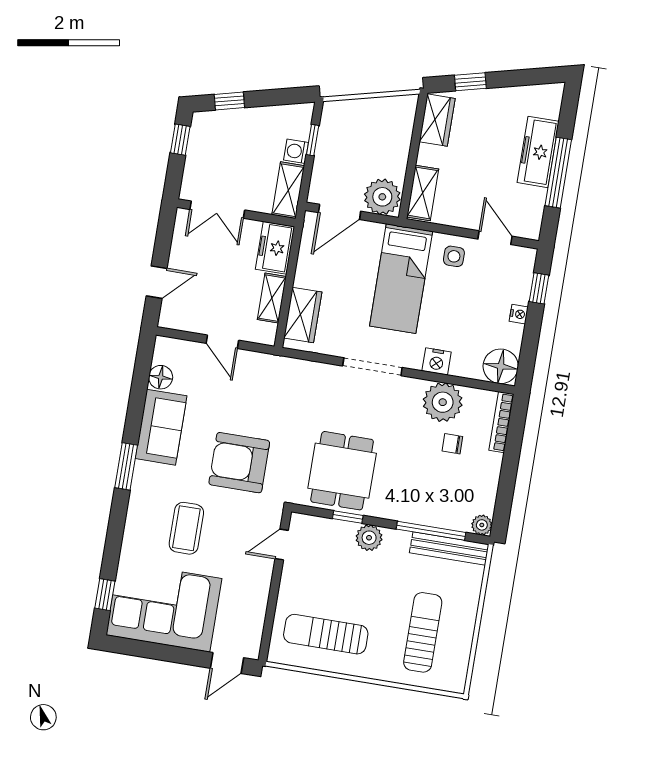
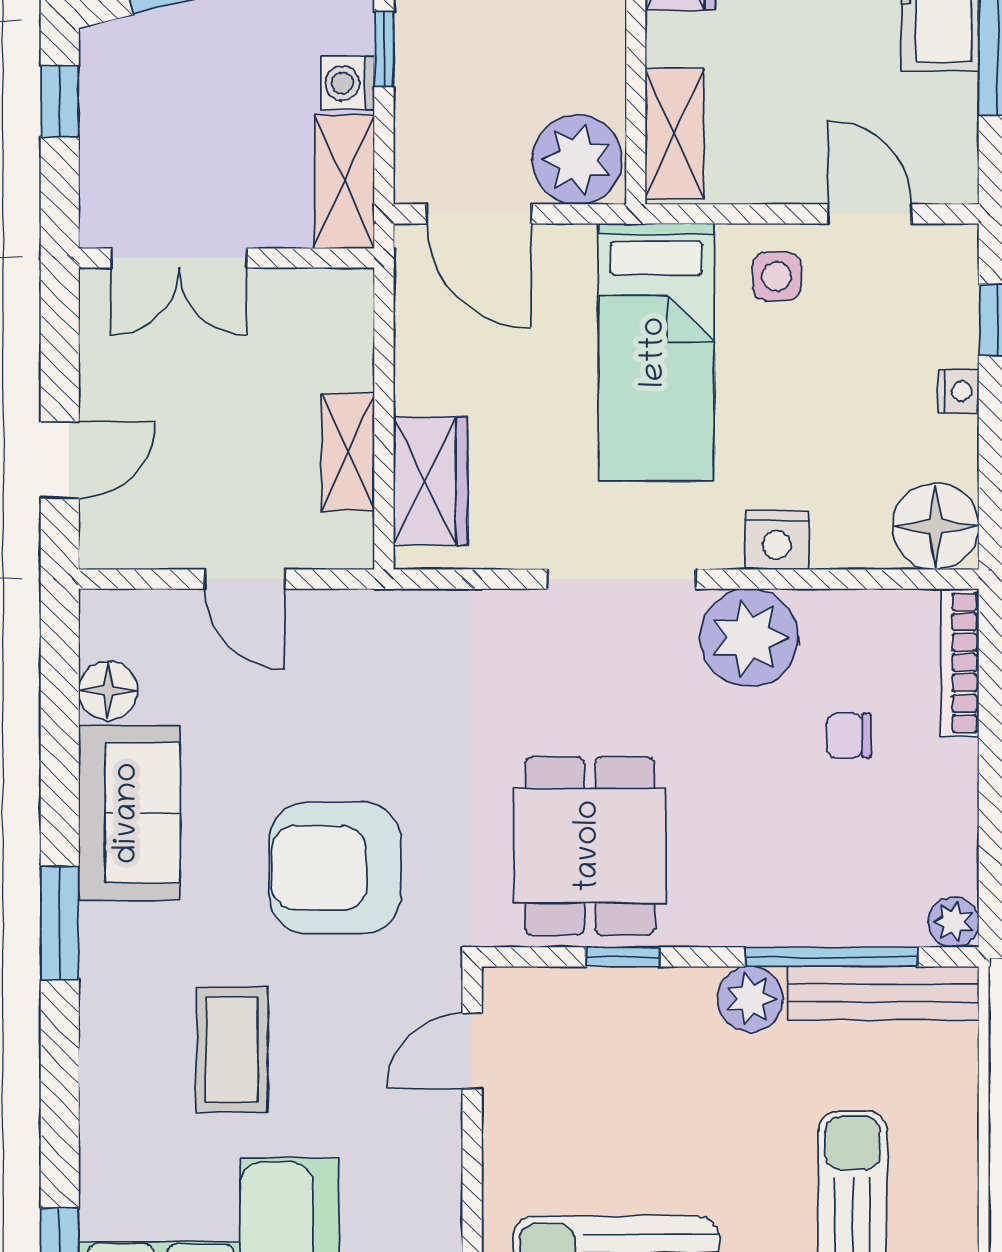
door: (340, 212) -> (479, 214), hinge flipped
freezer: (275, 248) -> (335, 328), removed
plant: (443, 402) -> (749, 638), moved
plant: (369, 538) -> (750, 999), moved

